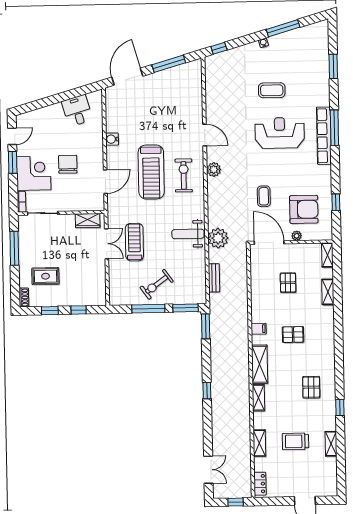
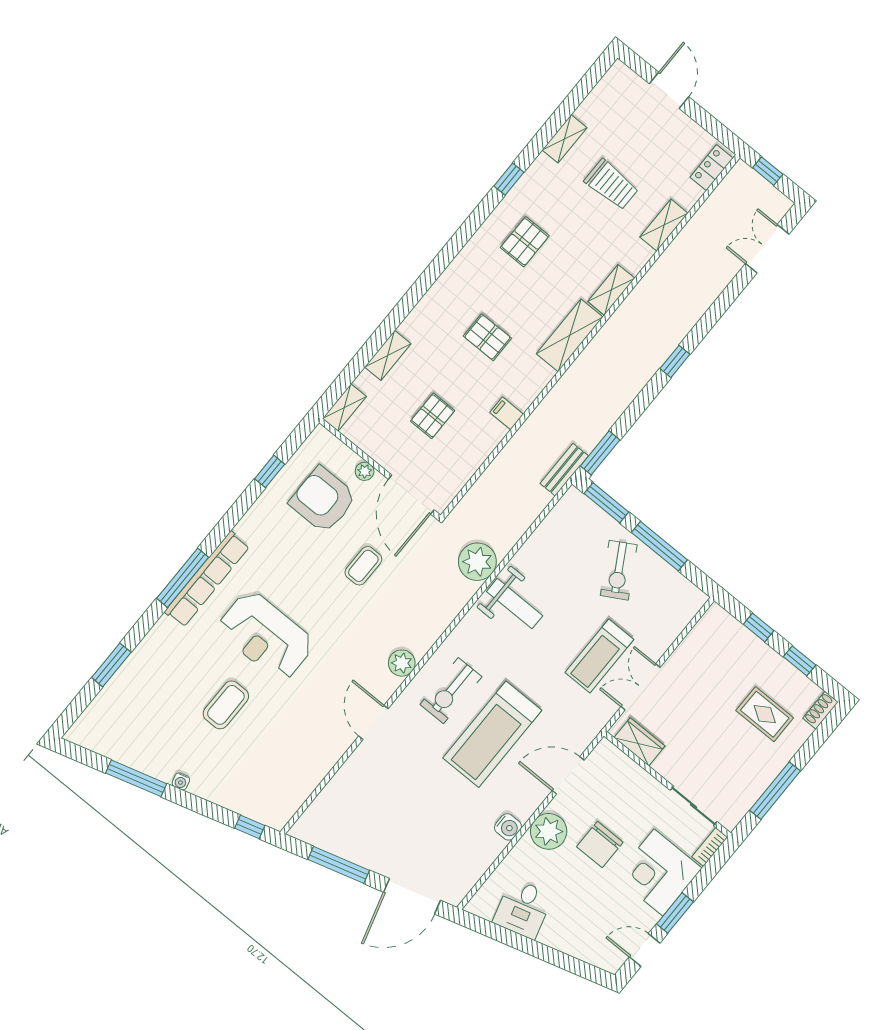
coffee table: (272, 90) -> (226, 705), turned 90
plant: (94, 152) -> (549, 831), added
treadmill: (151, 172) -> (492, 734), turned 180
bench: (214, 278) -> (564, 470), moved
exercise bike: (157, 284) -> (619, 570), turned 96
filing cabinet: (259, 329) -> (507, 413), moved

